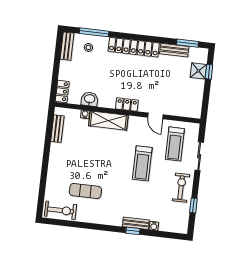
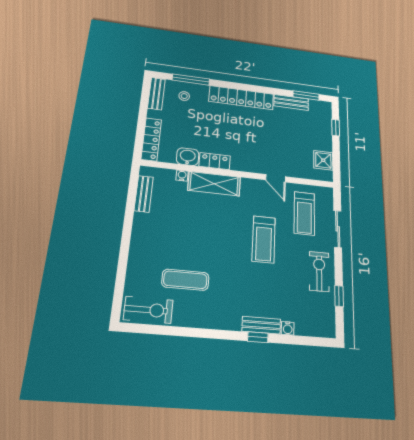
shower: (198, 71) -> (323, 160), moved
locker: (62, 91) -> (151, 139), width x1.53
locker: (127, 104) -> (215, 161), moved

